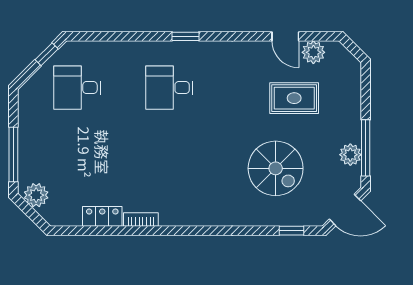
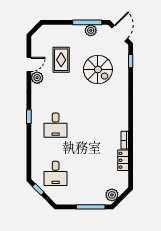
plant: (313, 52) -> (37, 78), moved
spiral stairs: (276, 168) -> (98, 70), turned 90

